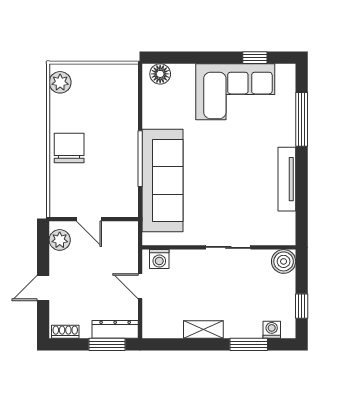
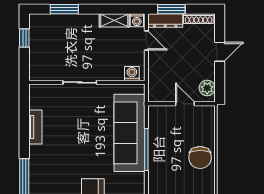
tv unit: (287, 179) -> (35, 127), width x0.71
boiler: (284, 261) -> (38, 72), removed
door: (140, 286) -> (146, 40), moved
shelving: (203, 329) -> (114, 20), moved
washing machine: (272, 330) -> (137, 20), moved
shoe rack: (65, 332) -> (198, 19), width x1.43

